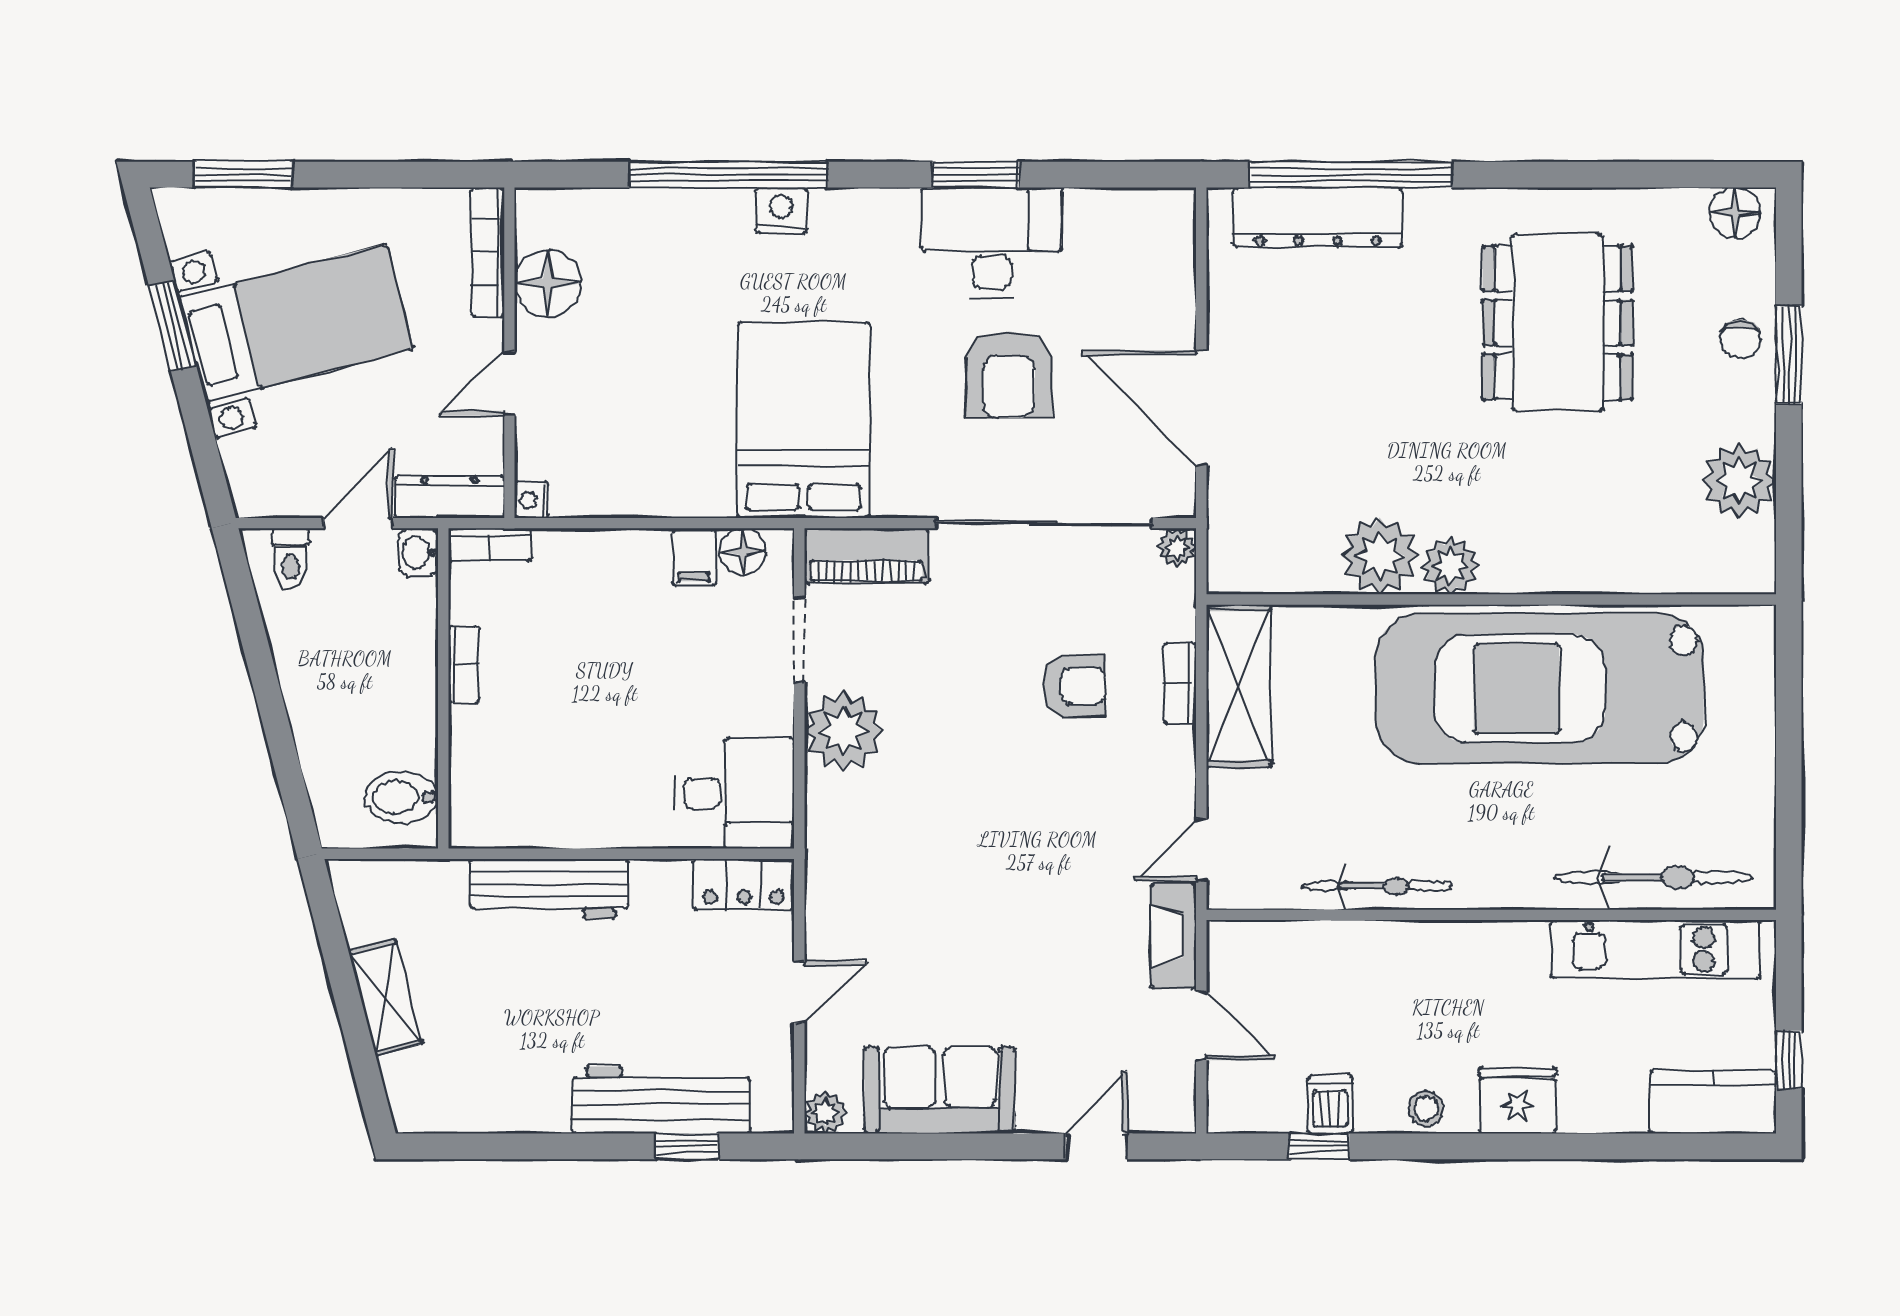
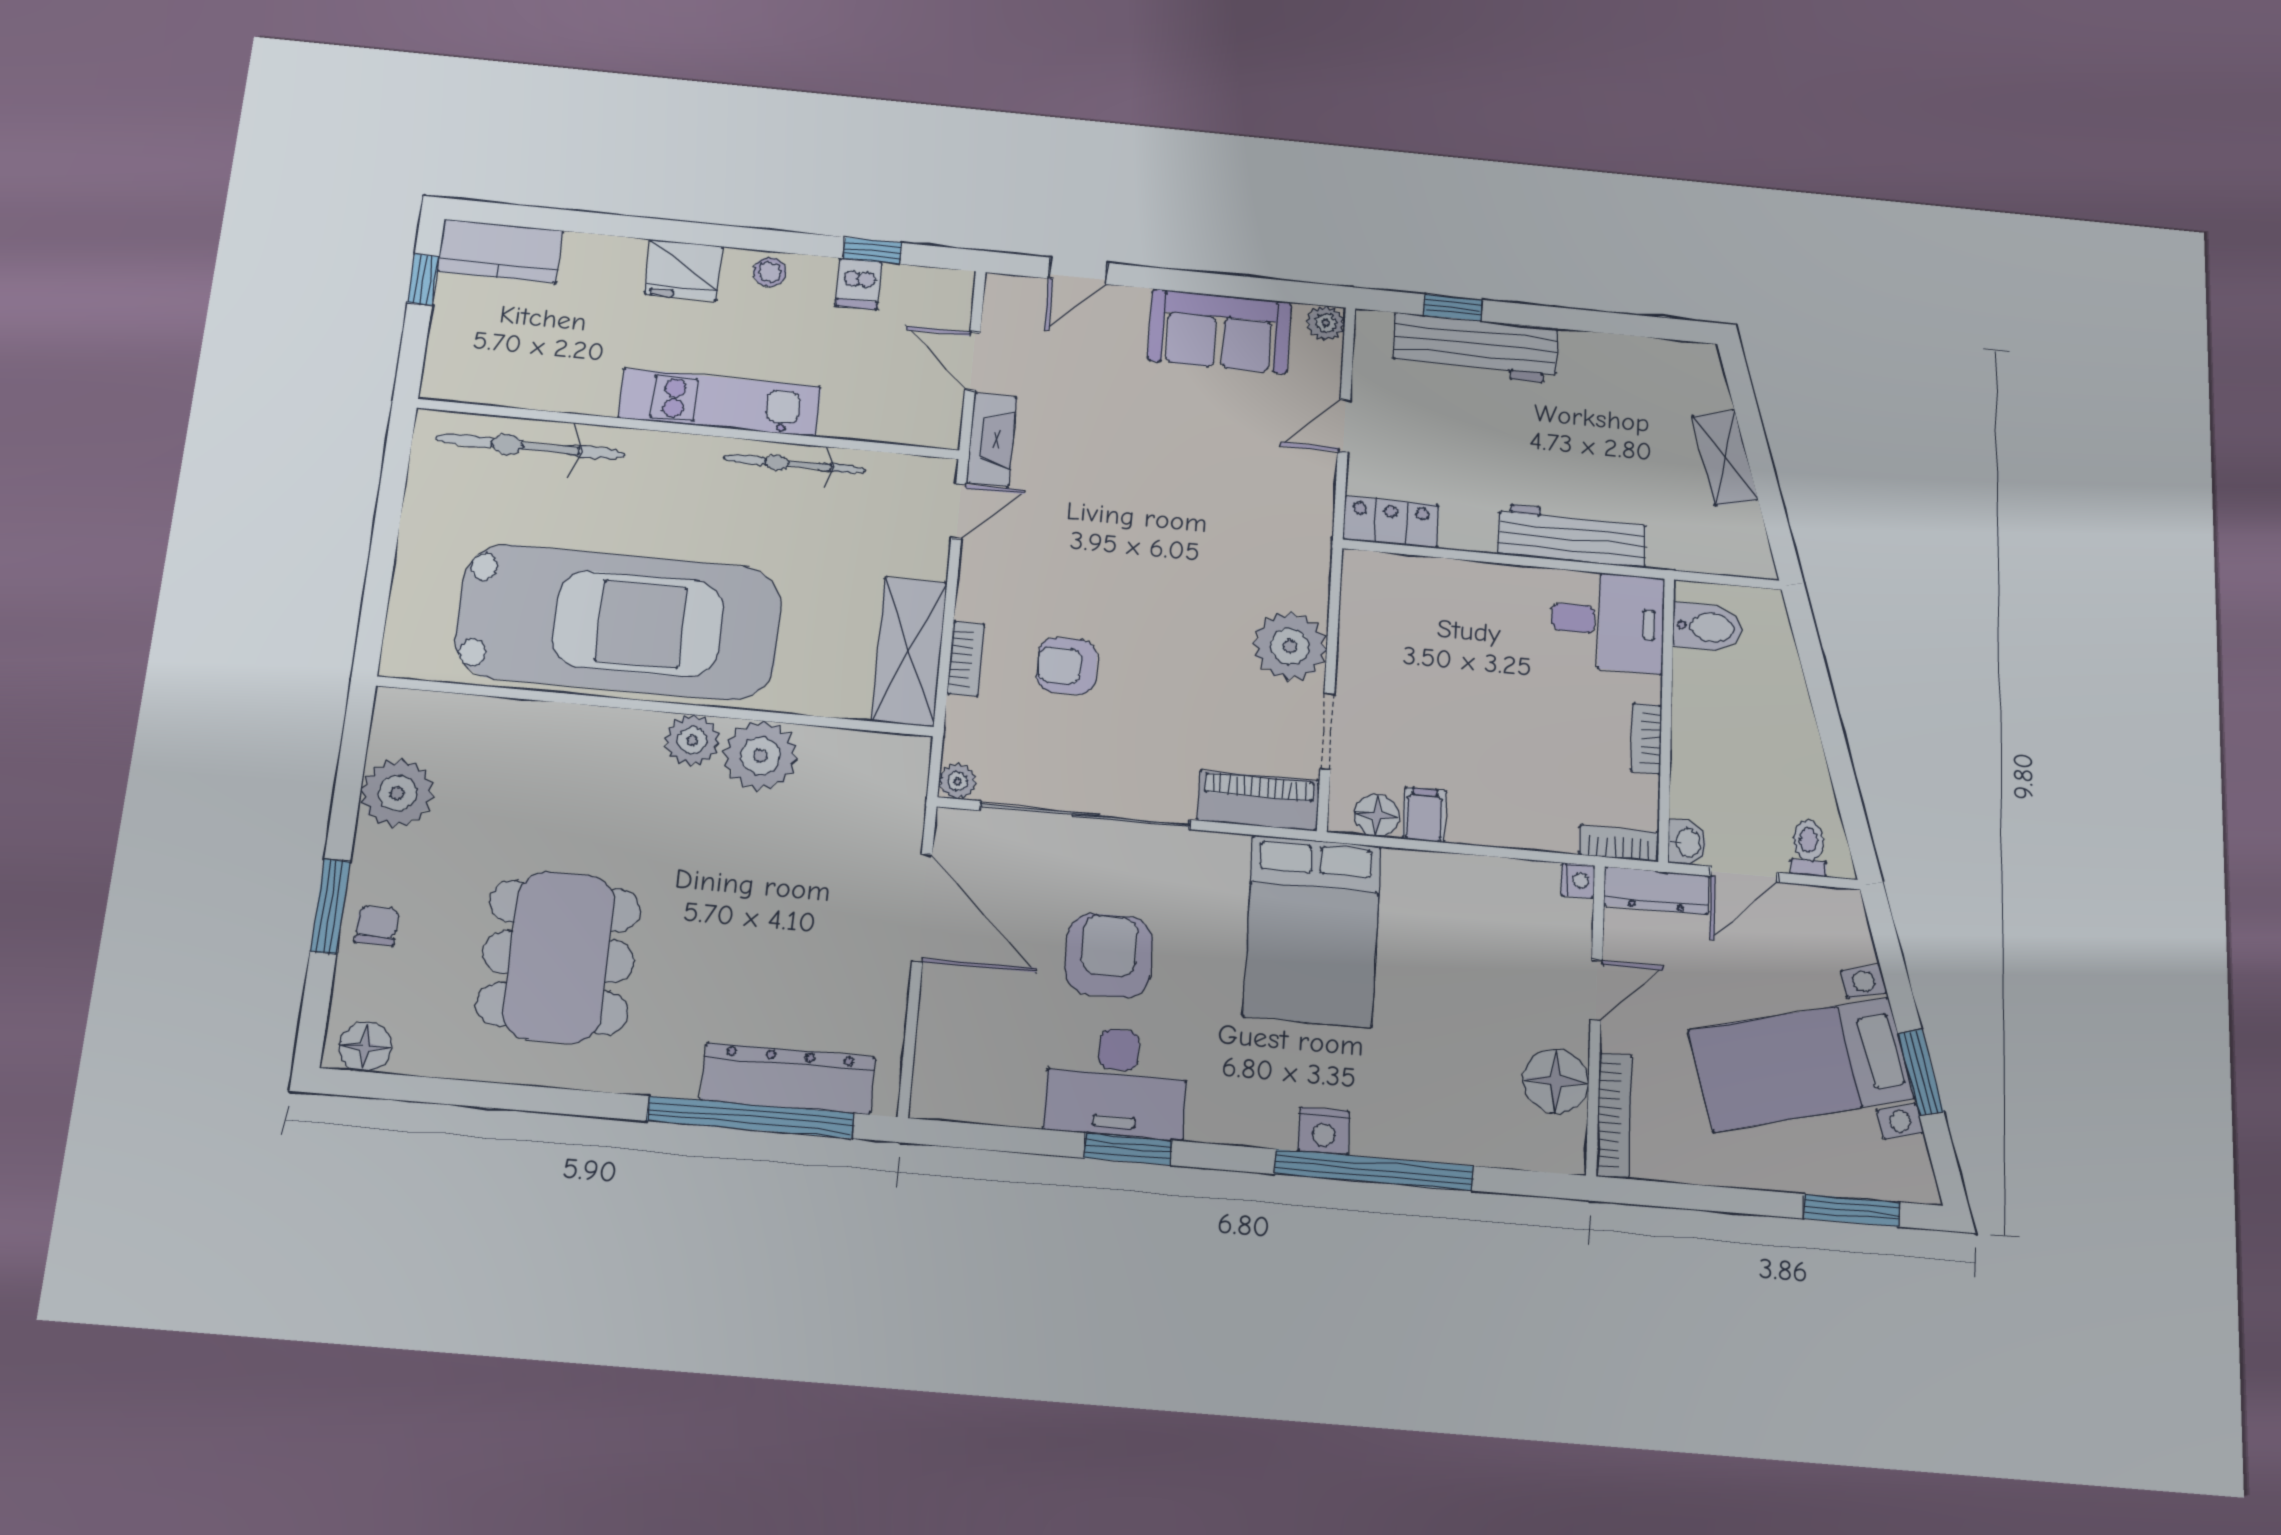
desk: (735, 793) -> (1608, 621), moved, turned 180
kitchen unit: (1656, 949) -> (720, 402), moved

